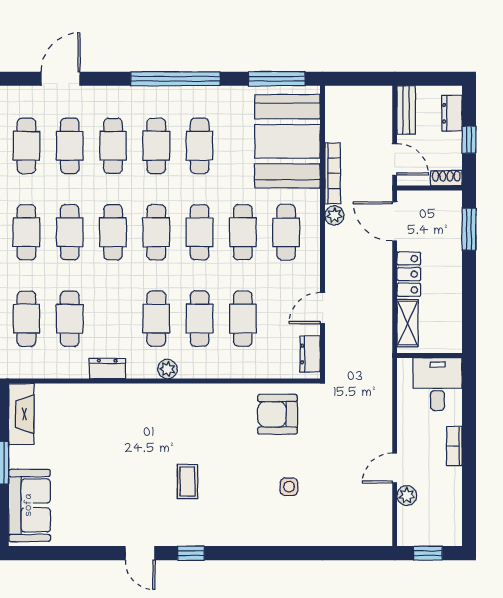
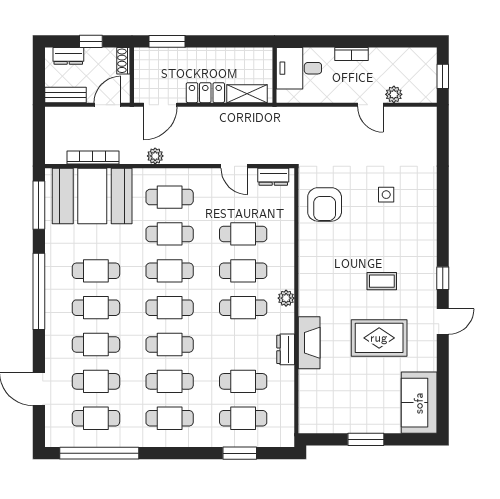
bookcase: (333, 173) -> (93, 157), moved
fireplace: (21, 414) -> (309, 343), moved, turned 90
rug: (121, 478) -> (379, 338), added
sofa: (29, 505) -> (419, 403), moved, turned -90

